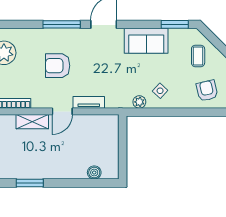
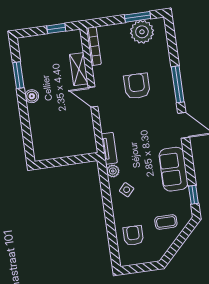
window: (175, 24) -> (193, 195), width x0.67
armchair: (207, 91) -> (133, 236), turned -77
tv unit: (89, 102) -> (109, 148), moved
boiler: (94, 172) -> (32, 96), moved

